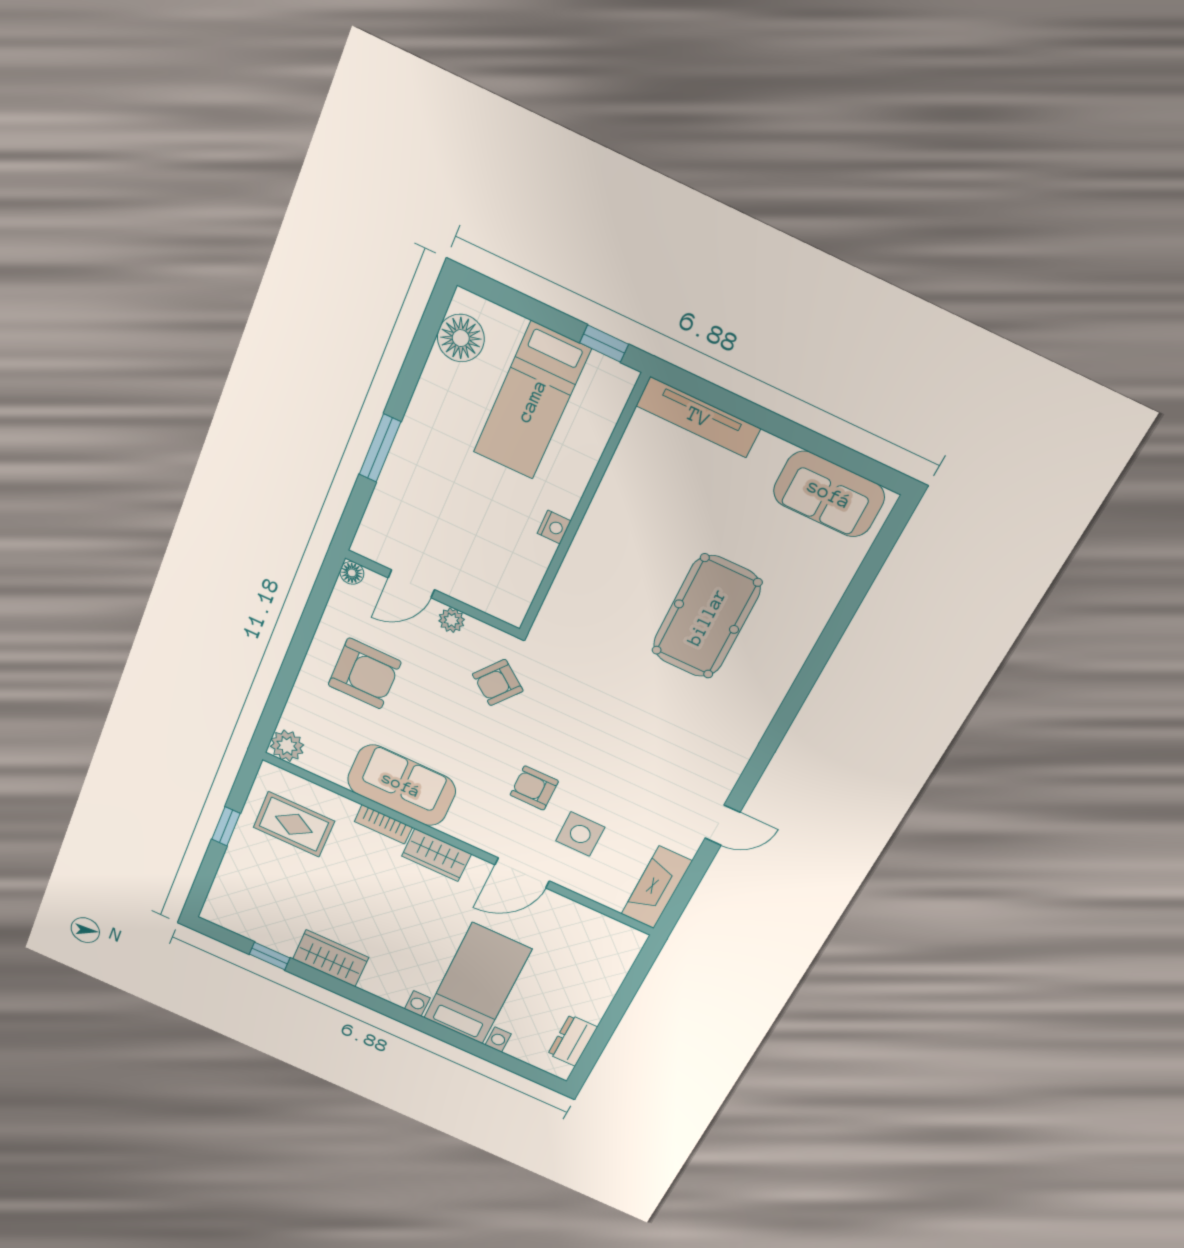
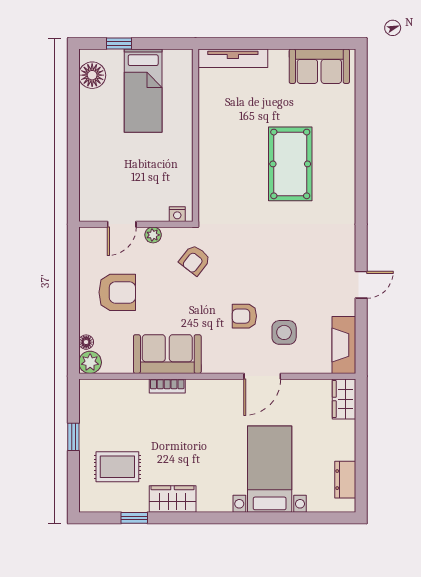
window: (604, 344) -> (119, 43), moved
window: (380, 448) -> (73, 155), removed
nightstand: (554, 527) -> (177, 214), moved, turned 90
floor lamp: (352, 573) -> (86, 342), moved
rug: (294, 824) -> (117, 467), moved
wardrobe: (437, 855) -> (344, 399), moved, turned 90

